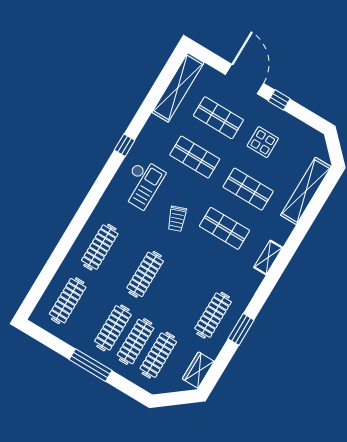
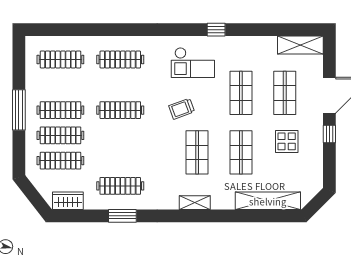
shelving: (178, 87) -> (300, 45), width x0.68

